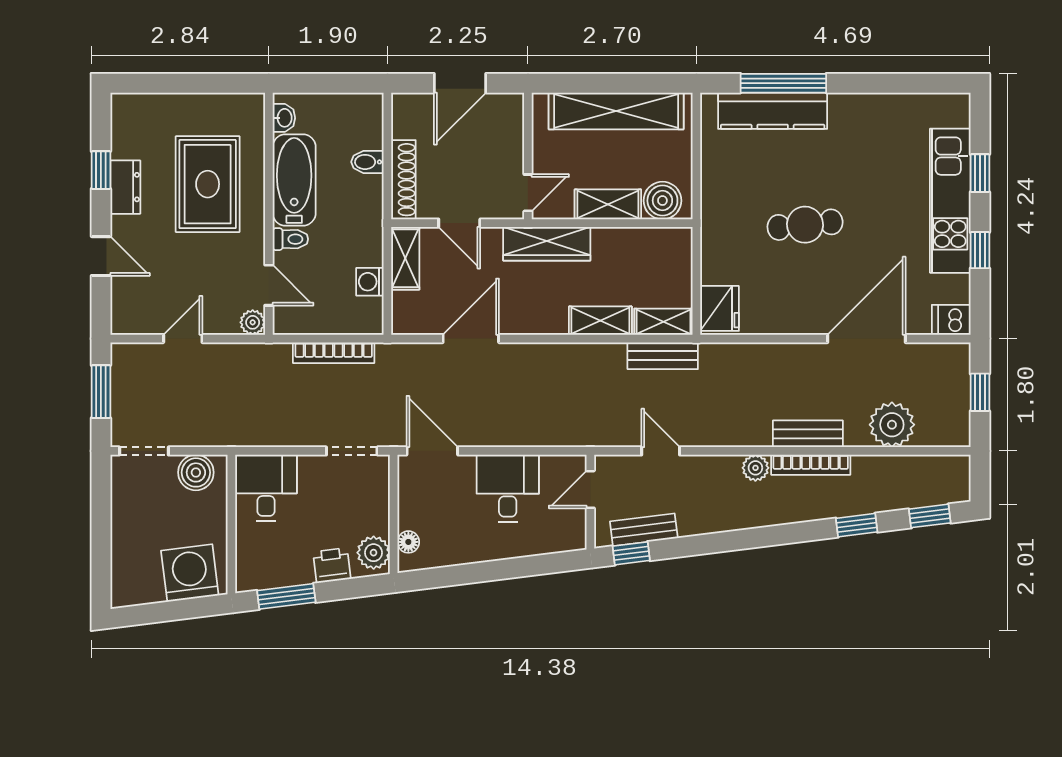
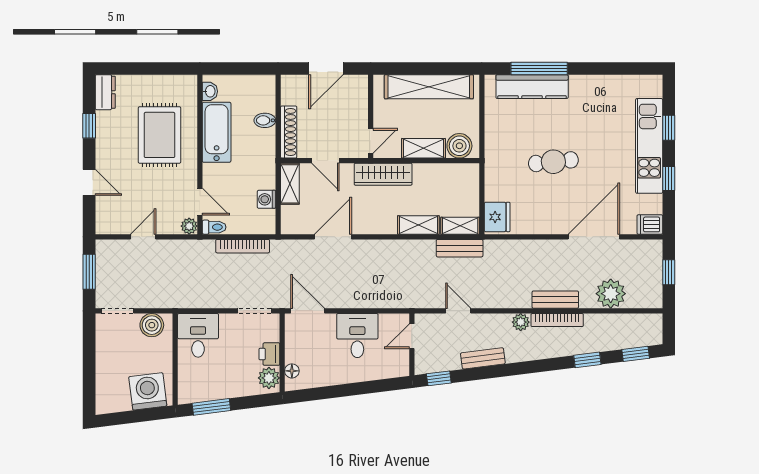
dresser: (125, 187) -> (105, 92), moved
toilet: (290, 239) -> (214, 227), moved
bench: (644, 530) -> (483, 358), moved
printer: (332, 565) -> (269, 354), moved, turned -83

